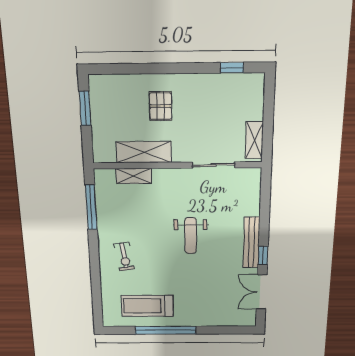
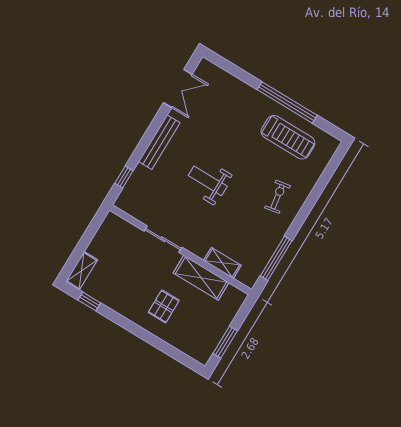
shelving: (254, 140) -> (82, 271), moved
sliding door: (213, 165) -> (163, 239), moved
weight bench: (191, 236) -> (208, 181), turned -90
window: (263, 255) -> (124, 177), moved

